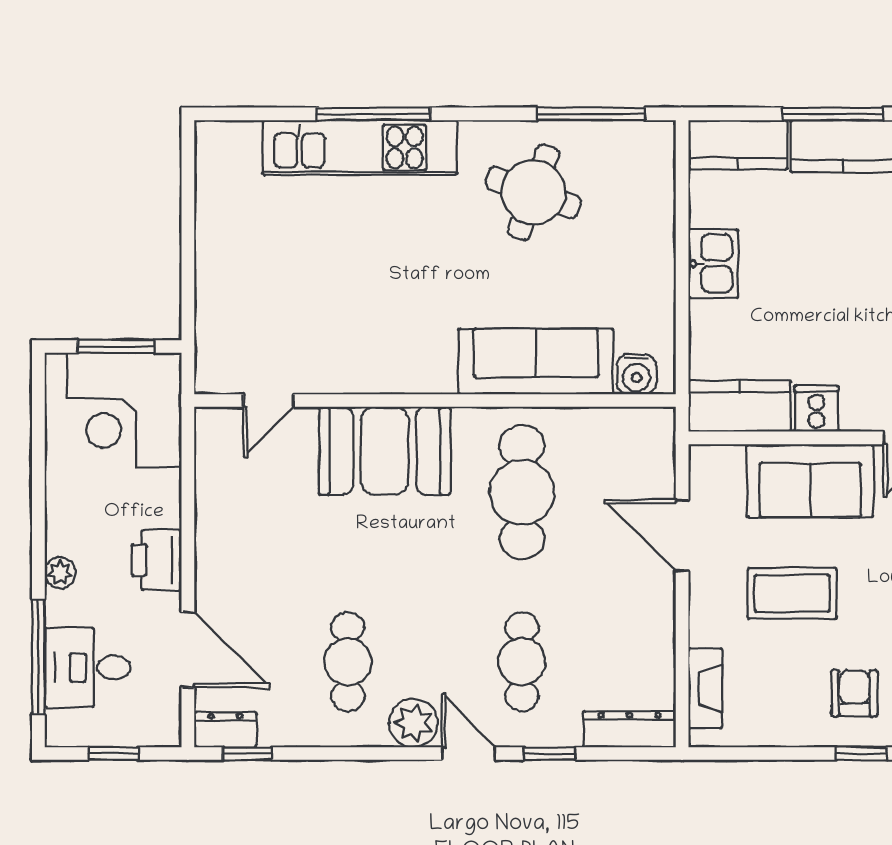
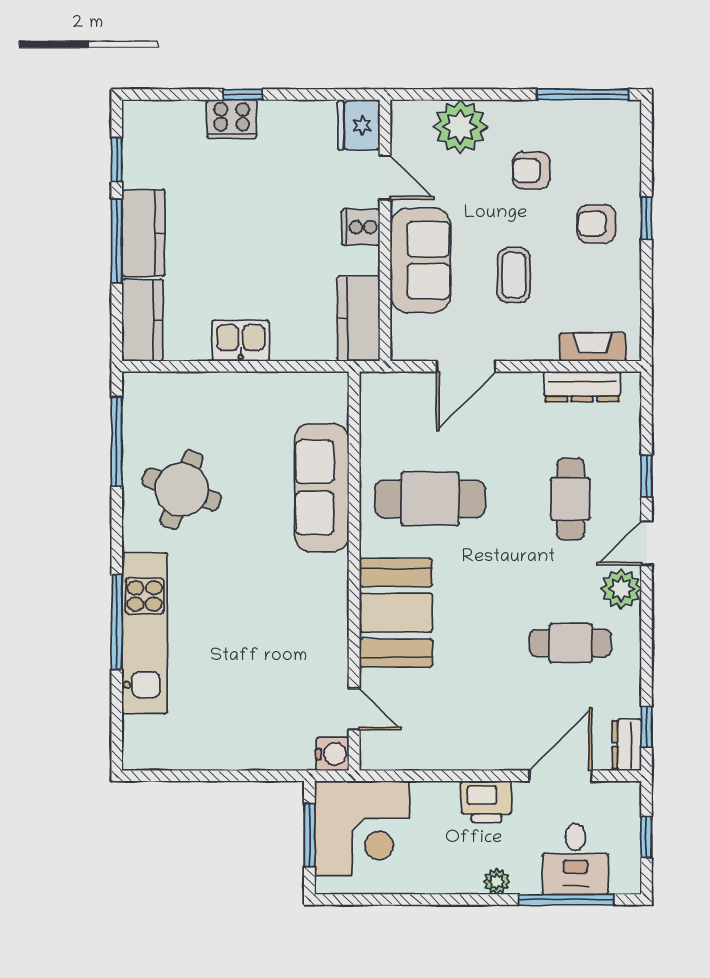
water cooler: (636, 374) -> (332, 754), moved
cooker: (816, 409) -> (361, 227), moved
coffee table: (792, 593) -> (514, 275), width x0.73, depth x0.77
cafe table: (522, 662) -> (570, 499), turned 90
dresser: (629, 729) -> (582, 387), moved, turned -90

